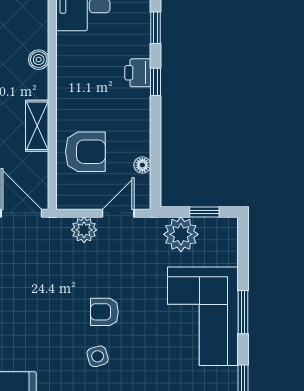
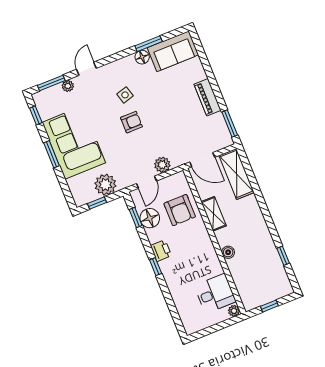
window: (155, 28) -> (136, 217), moved
printer: (138, 73) -> (161, 251), moved
armchair: (85, 152) -> (180, 210), turned -90
floor lamp: (142, 165) -> (150, 218), width x1.89, depth x1.89

